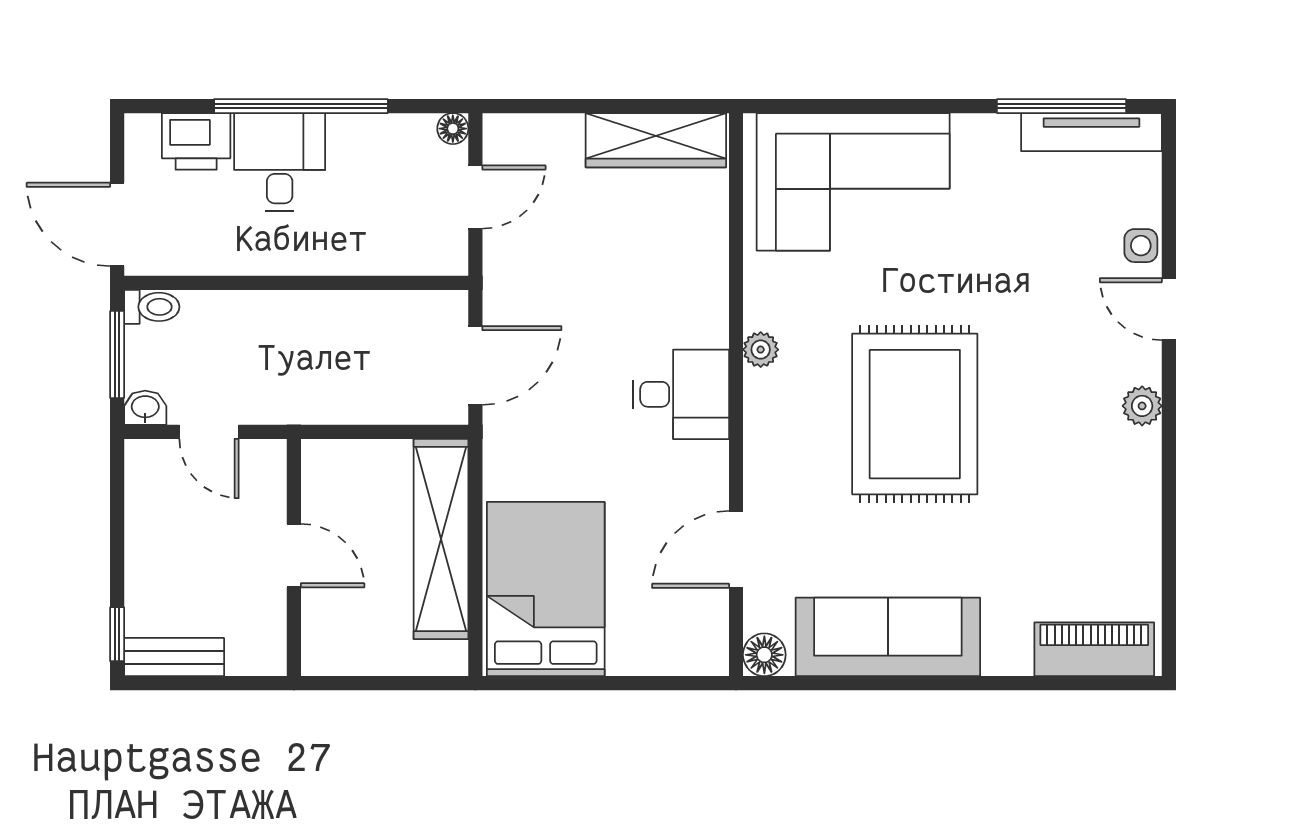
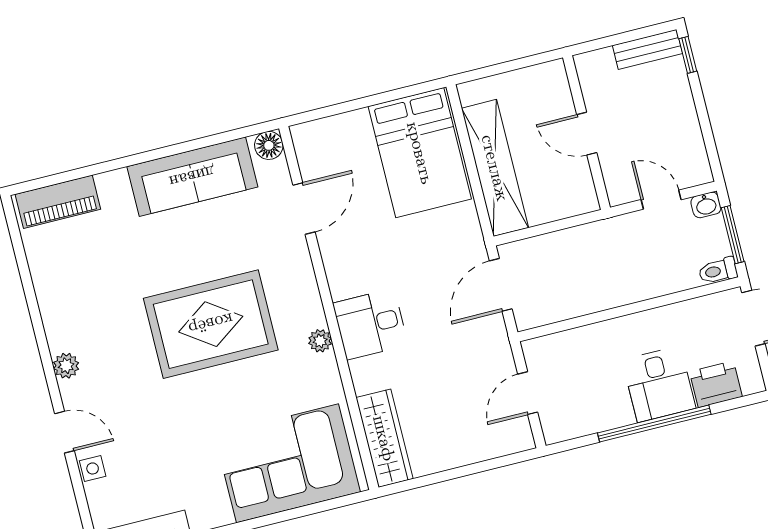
floor lamp: (453, 129) -> (553, 433), removed
wardrobe: (656, 140) -> (384, 438), moved, turned 90
desk: (681, 394) -> (370, 324), moved
rug: (915, 414) -> (211, 324), turned 90

